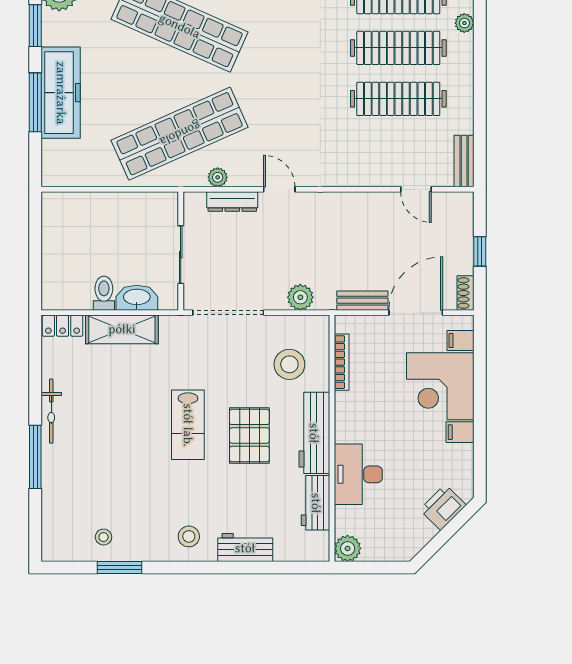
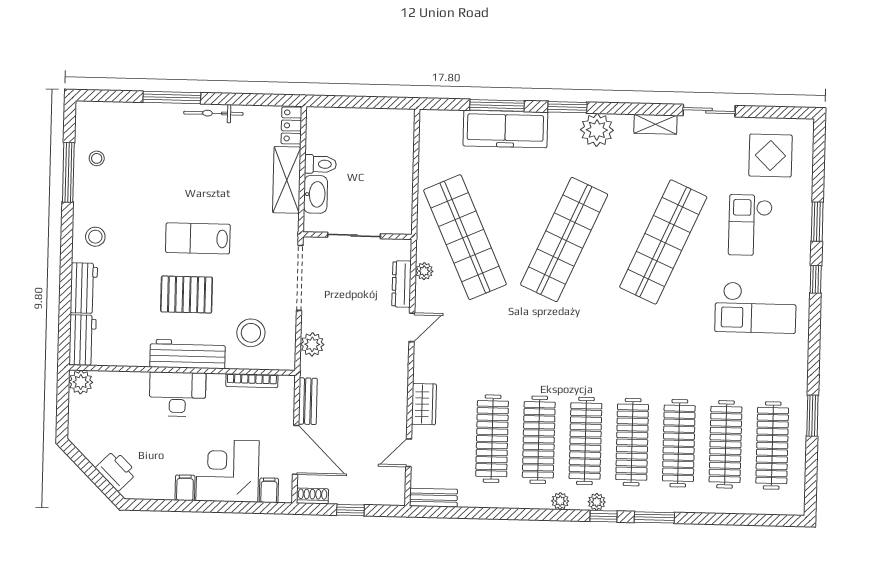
wardrobe: (363, 174) -> (424, 404), added
desk: (358, 474) -> (177, 394), moved
workbench: (316, 503) -> (83, 340), moved, turned 90
window: (119, 568) -> (68, 172), width x1.44

